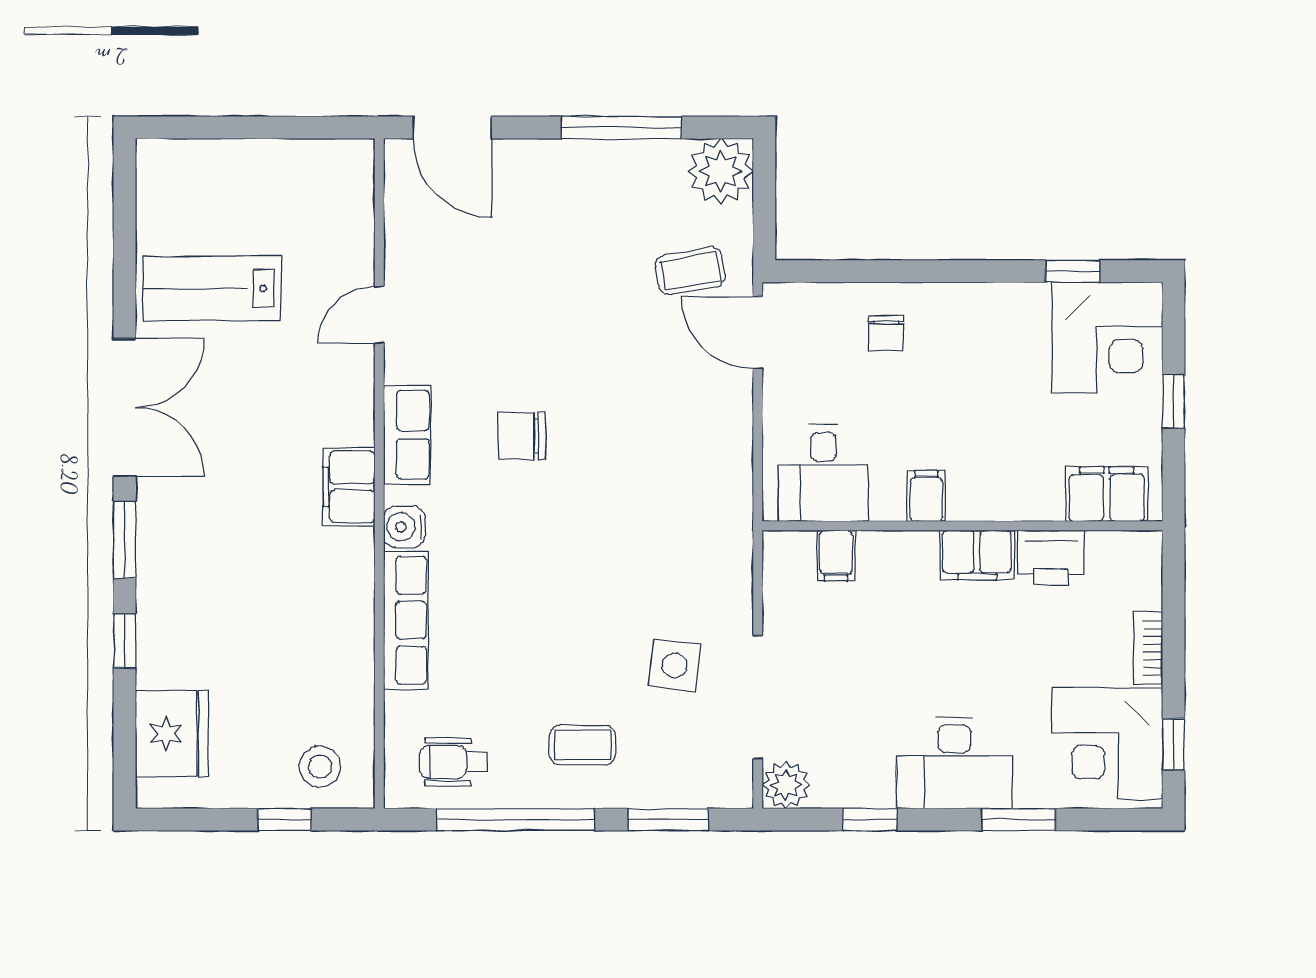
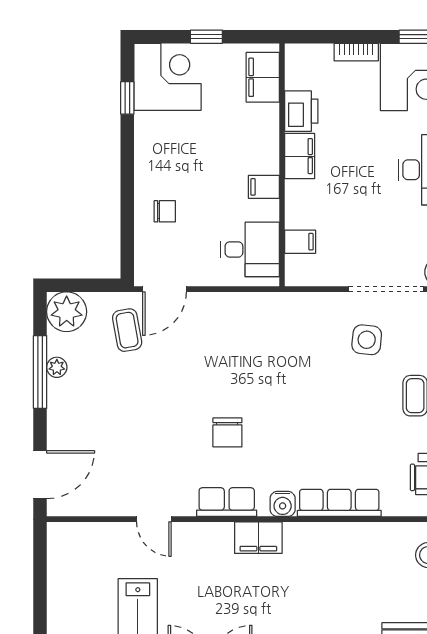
plant: (629, 155) -> (57, 367), added

